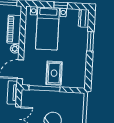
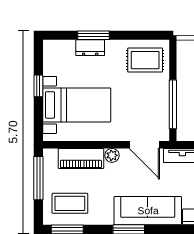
dresser: (84, 18) -> (90, 48), moved
rug: (54, 73) -> (145, 60), moved

